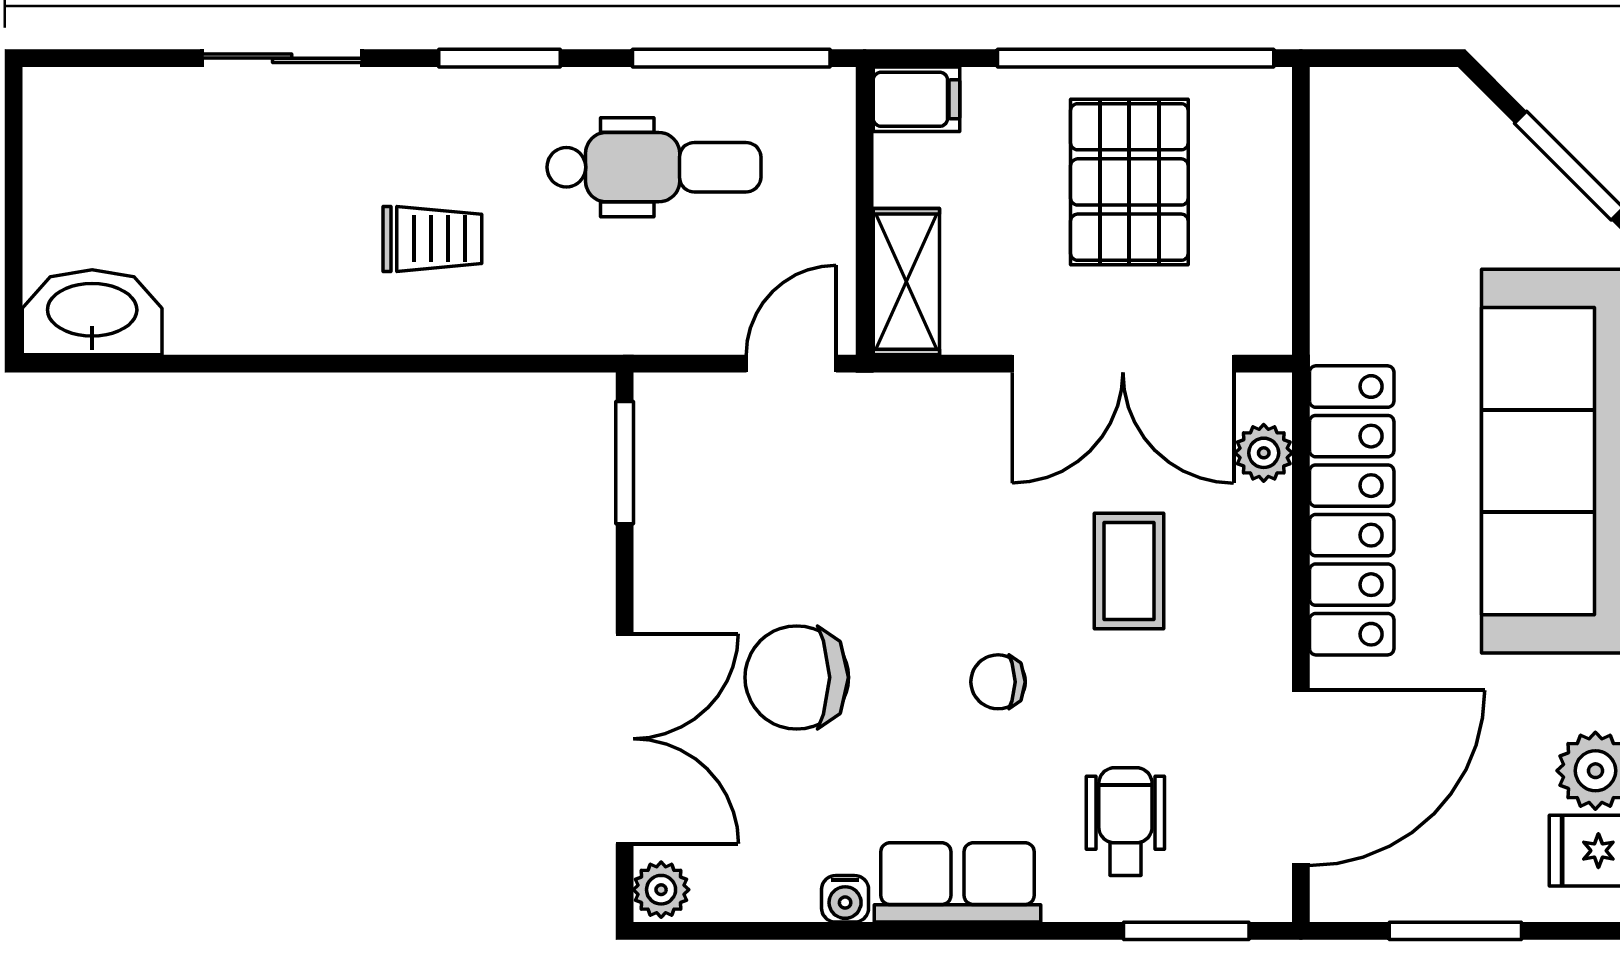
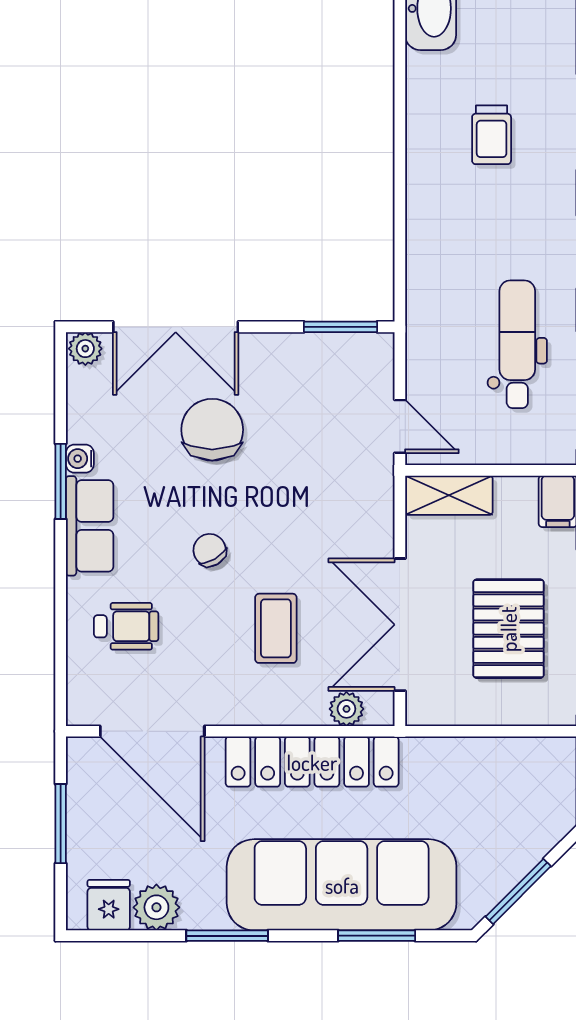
dental chair: (654, 167) -> (517, 344), turned 180
pallet: (1129, 182) -> (508, 629), turned 90
trolley: (432, 239) -> (492, 135), moved
coffee table: (1129, 571) -> (276, 628), turned 90
chair: (998, 682) -> (210, 550), turned -30
window: (1186, 931) -> (61, 481), moved

